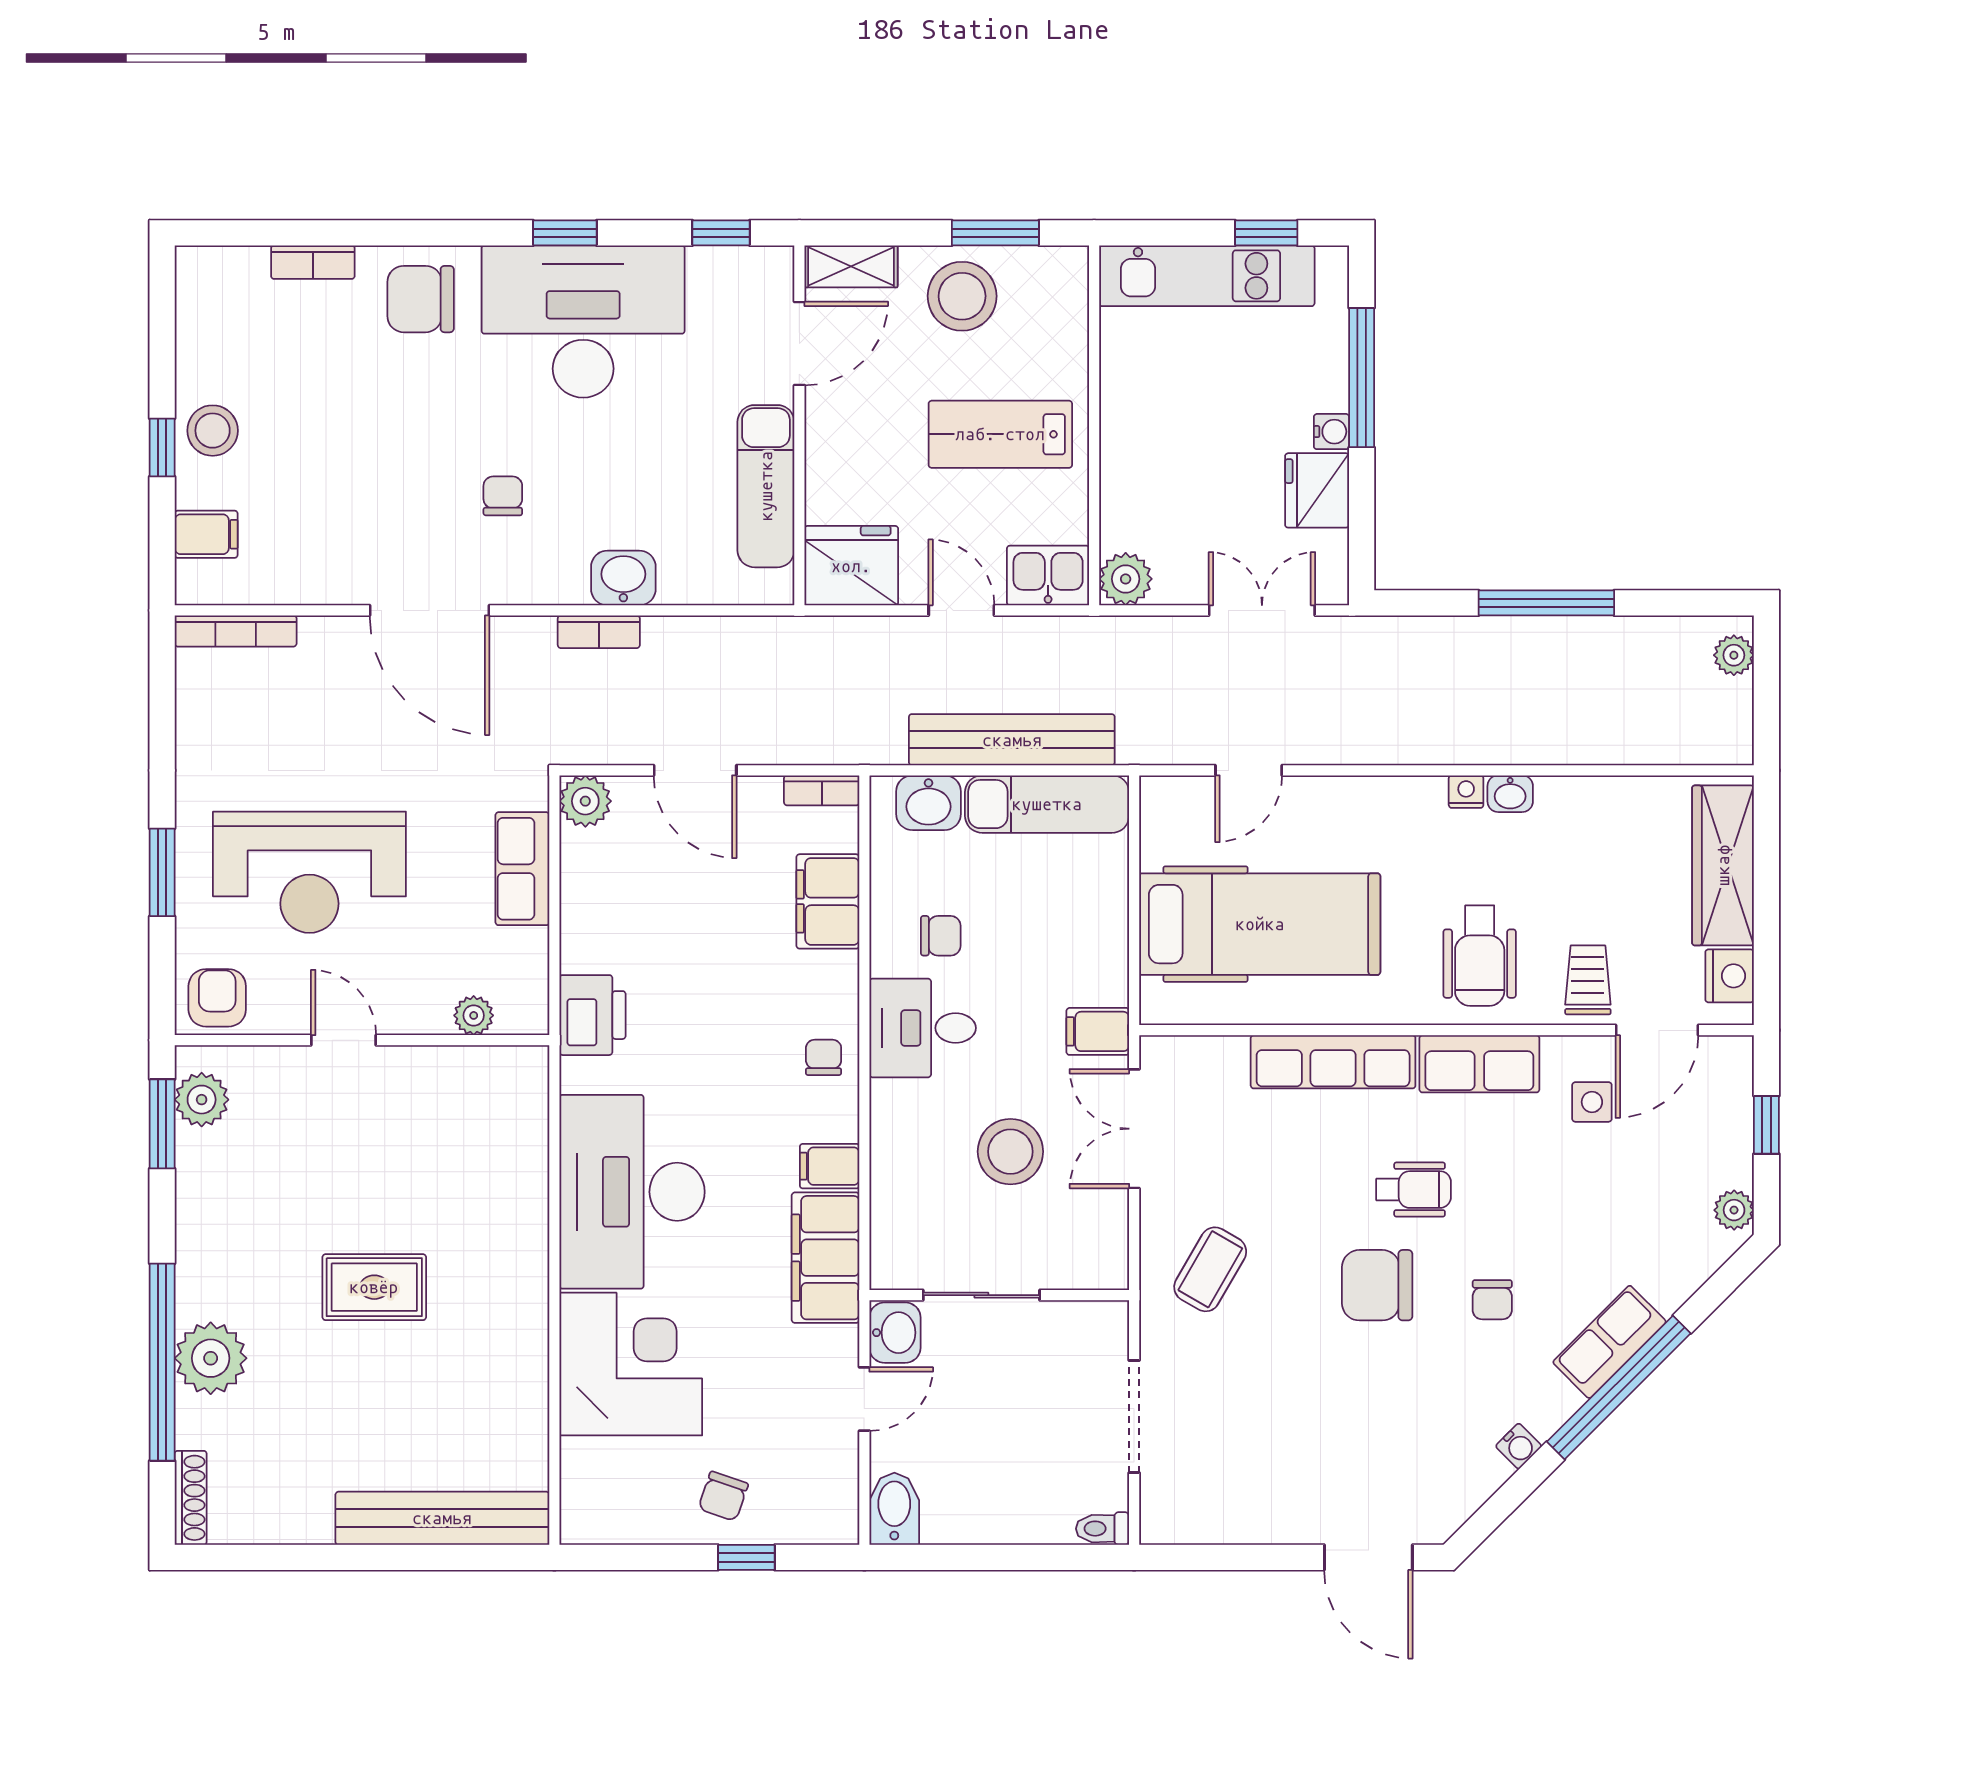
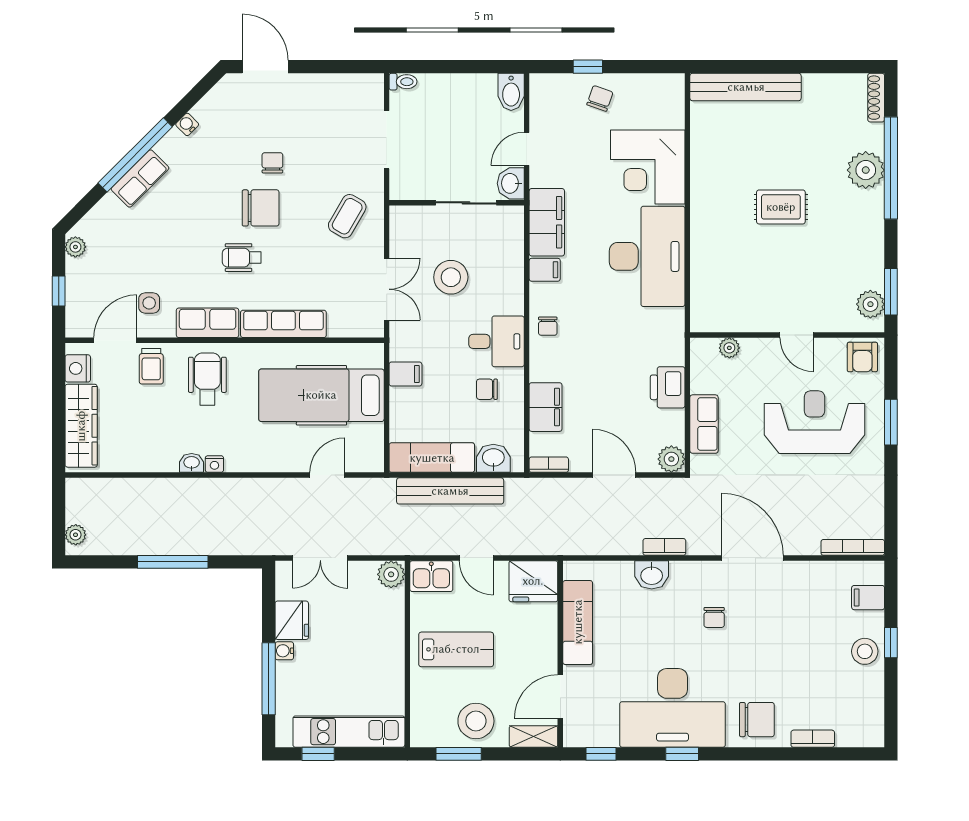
printer: (593, 1015) -> (668, 387), moved
filing cabinet: (1098, 1031) -> (405, 374), moved
chair: (1492, 1300) -> (272, 163), moved

